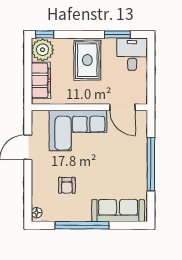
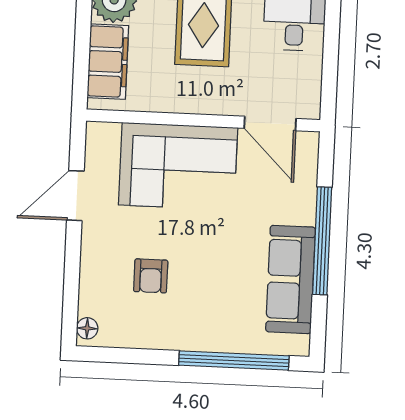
sofa: (118, 211) -> (291, 279), moved, turned -90
window: (82, 225) -> (234, 361), moved

